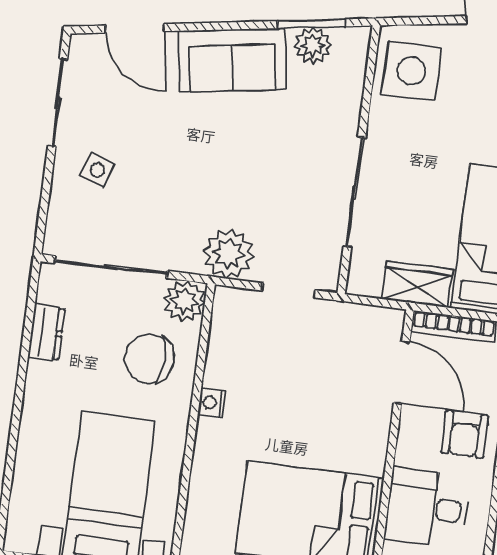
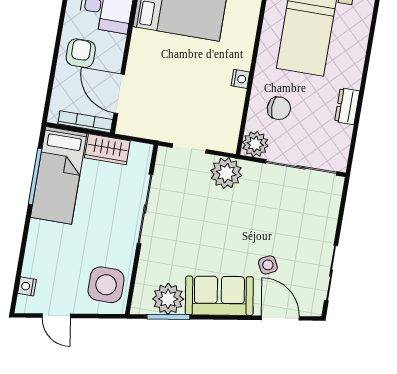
plant: (313, 45) -> (168, 299), width x1.36, depth x1.36
side table: (97, 170) -> (268, 265), moved, turned 45
dresser: (46, 332) -> (347, 106), moved
chair: (149, 359) -> (279, 108), width x0.73, depth x0.73

